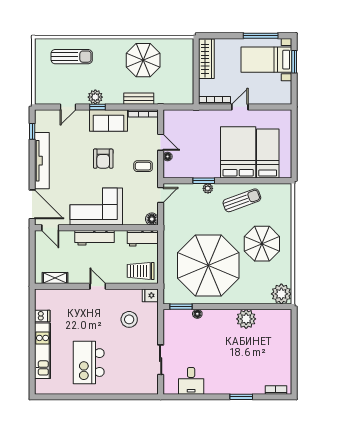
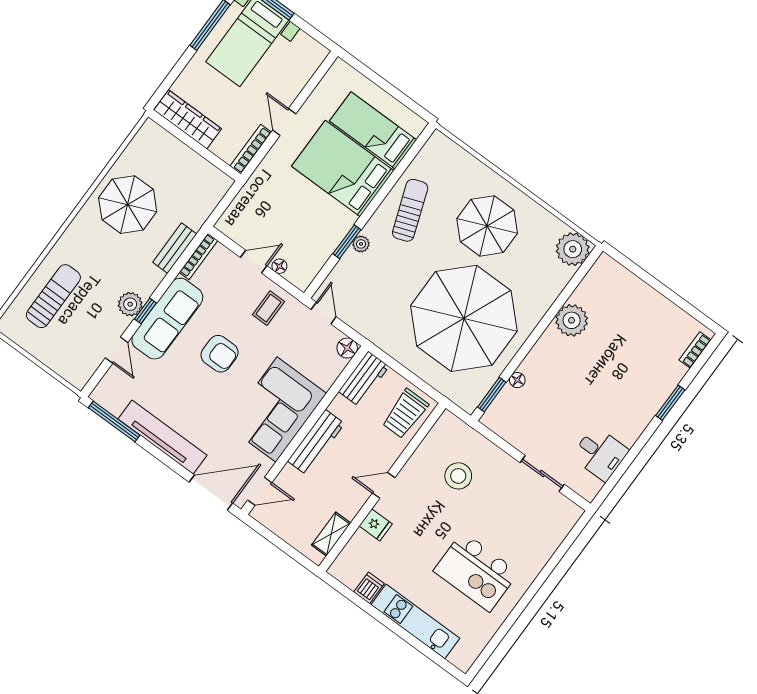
sofa: (108, 120) -> (167, 319), width x1.36
window: (32, 131) -> (114, 421), width x2.17
fridge: (150, 295) -> (376, 525), moved, turned -90

